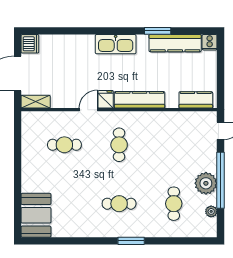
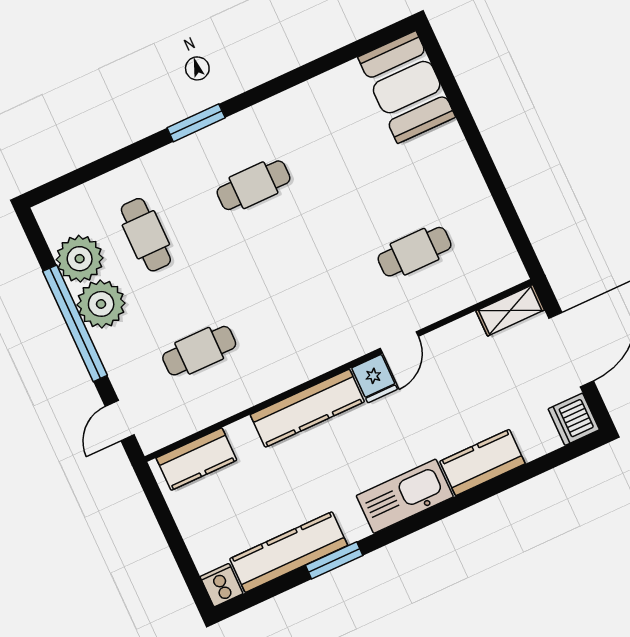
kitchen counter: (77, 43) -> (482, 463), added
cafe table: (119, 145) -> (199, 351), moved, turned 90
plant: (211, 211) -> (80, 259), width x1.87, depth x1.87

